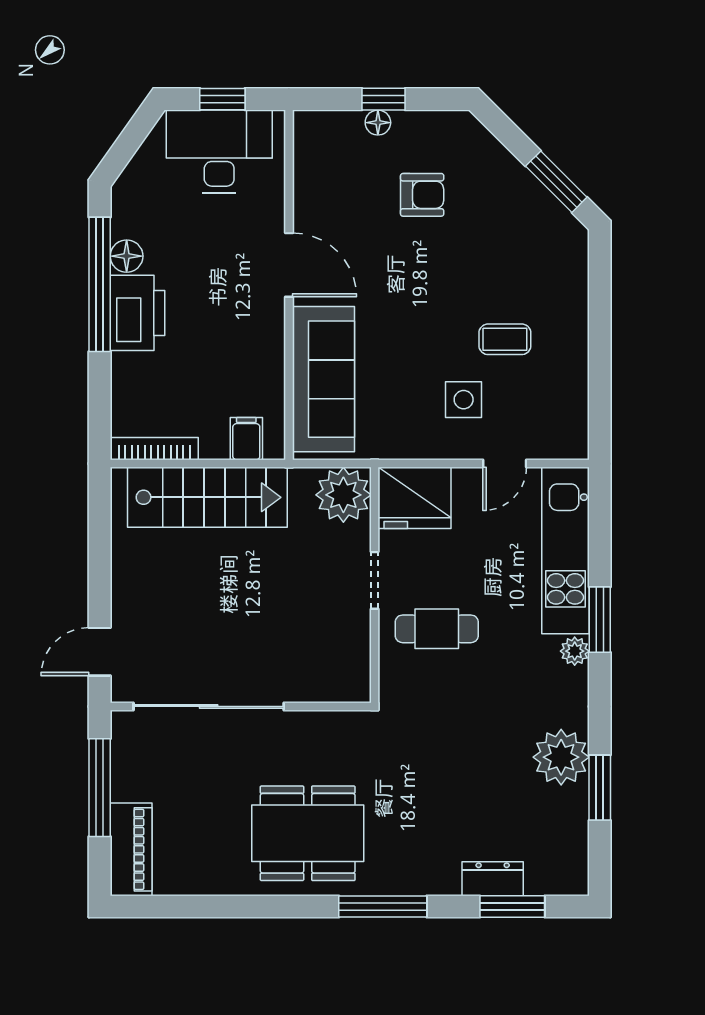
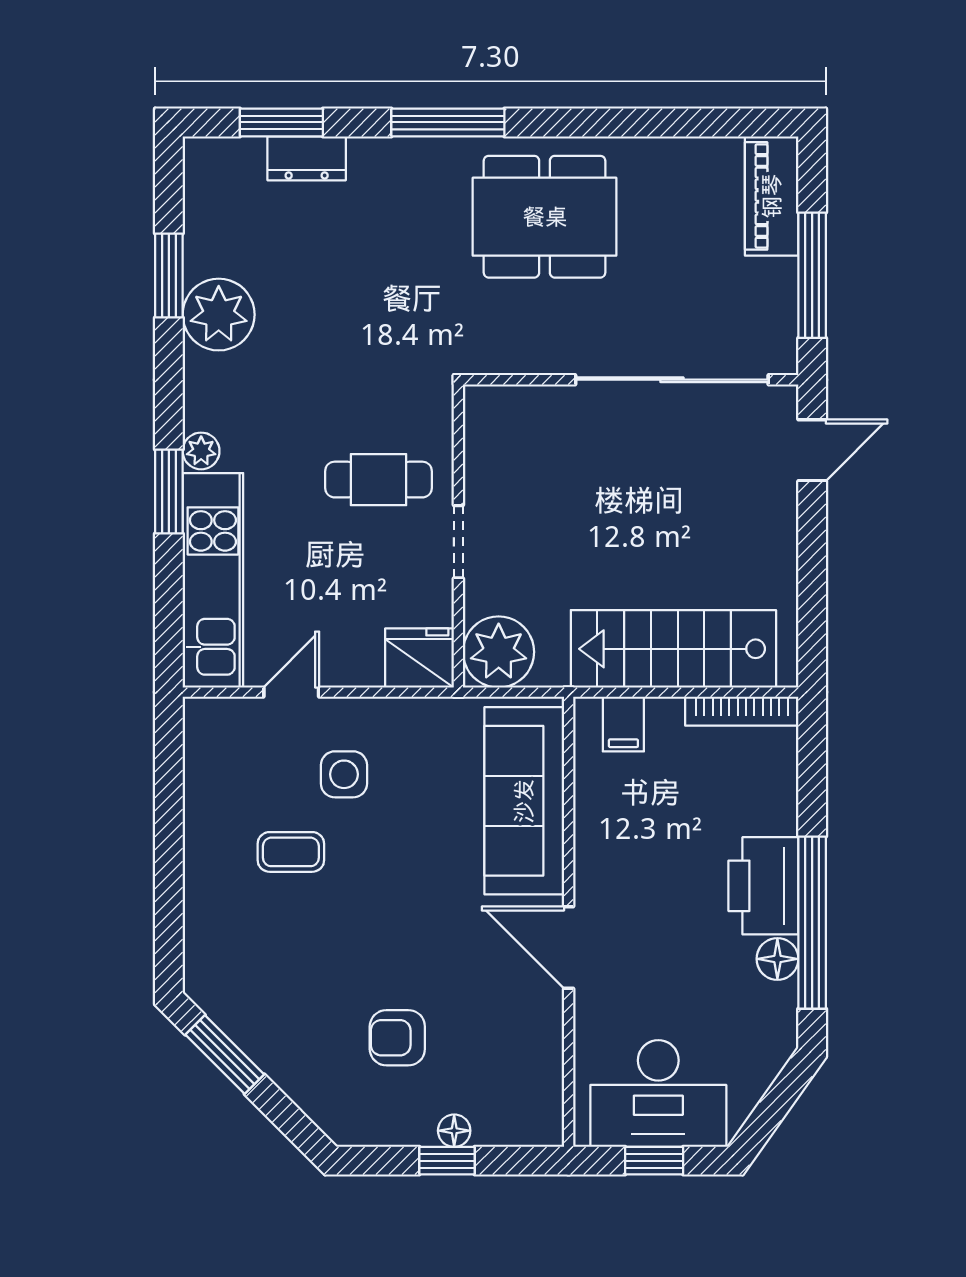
fridge: (415, 498) -> (419, 658), width x0.73, depth x0.75

